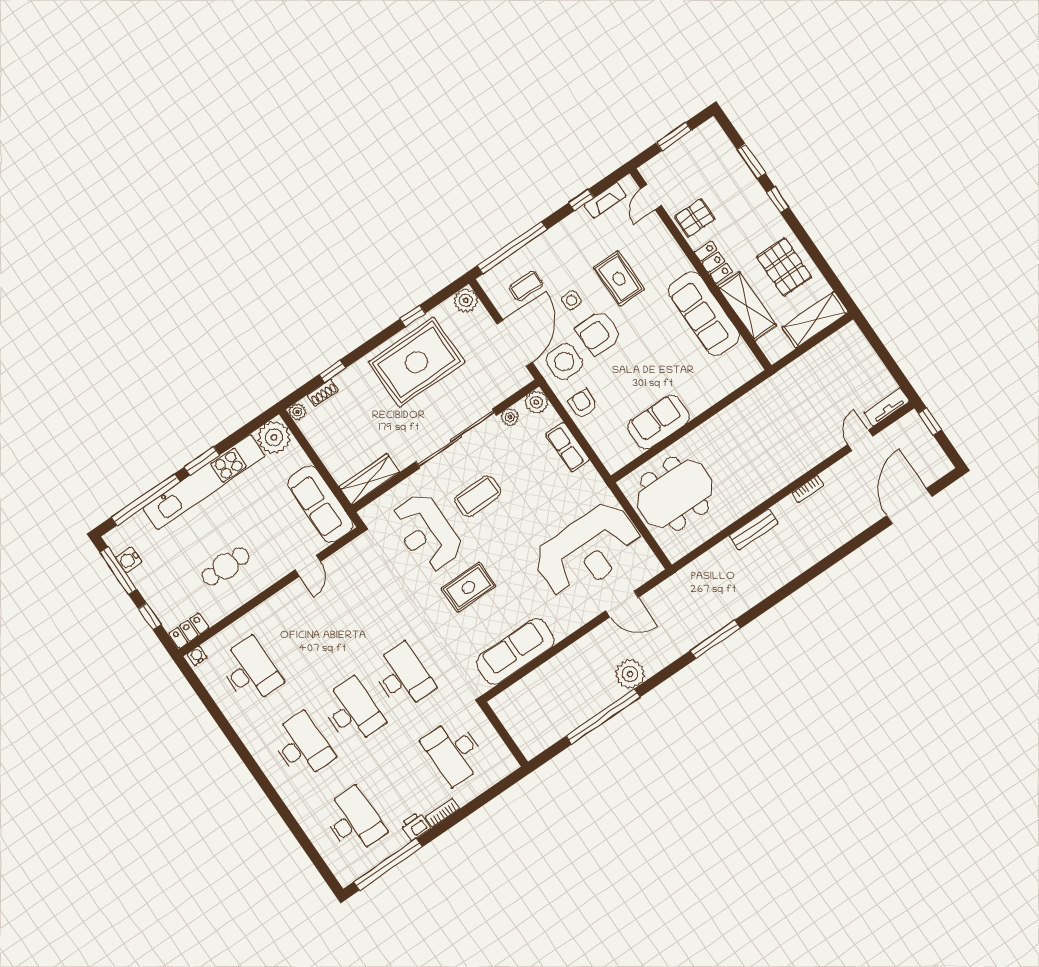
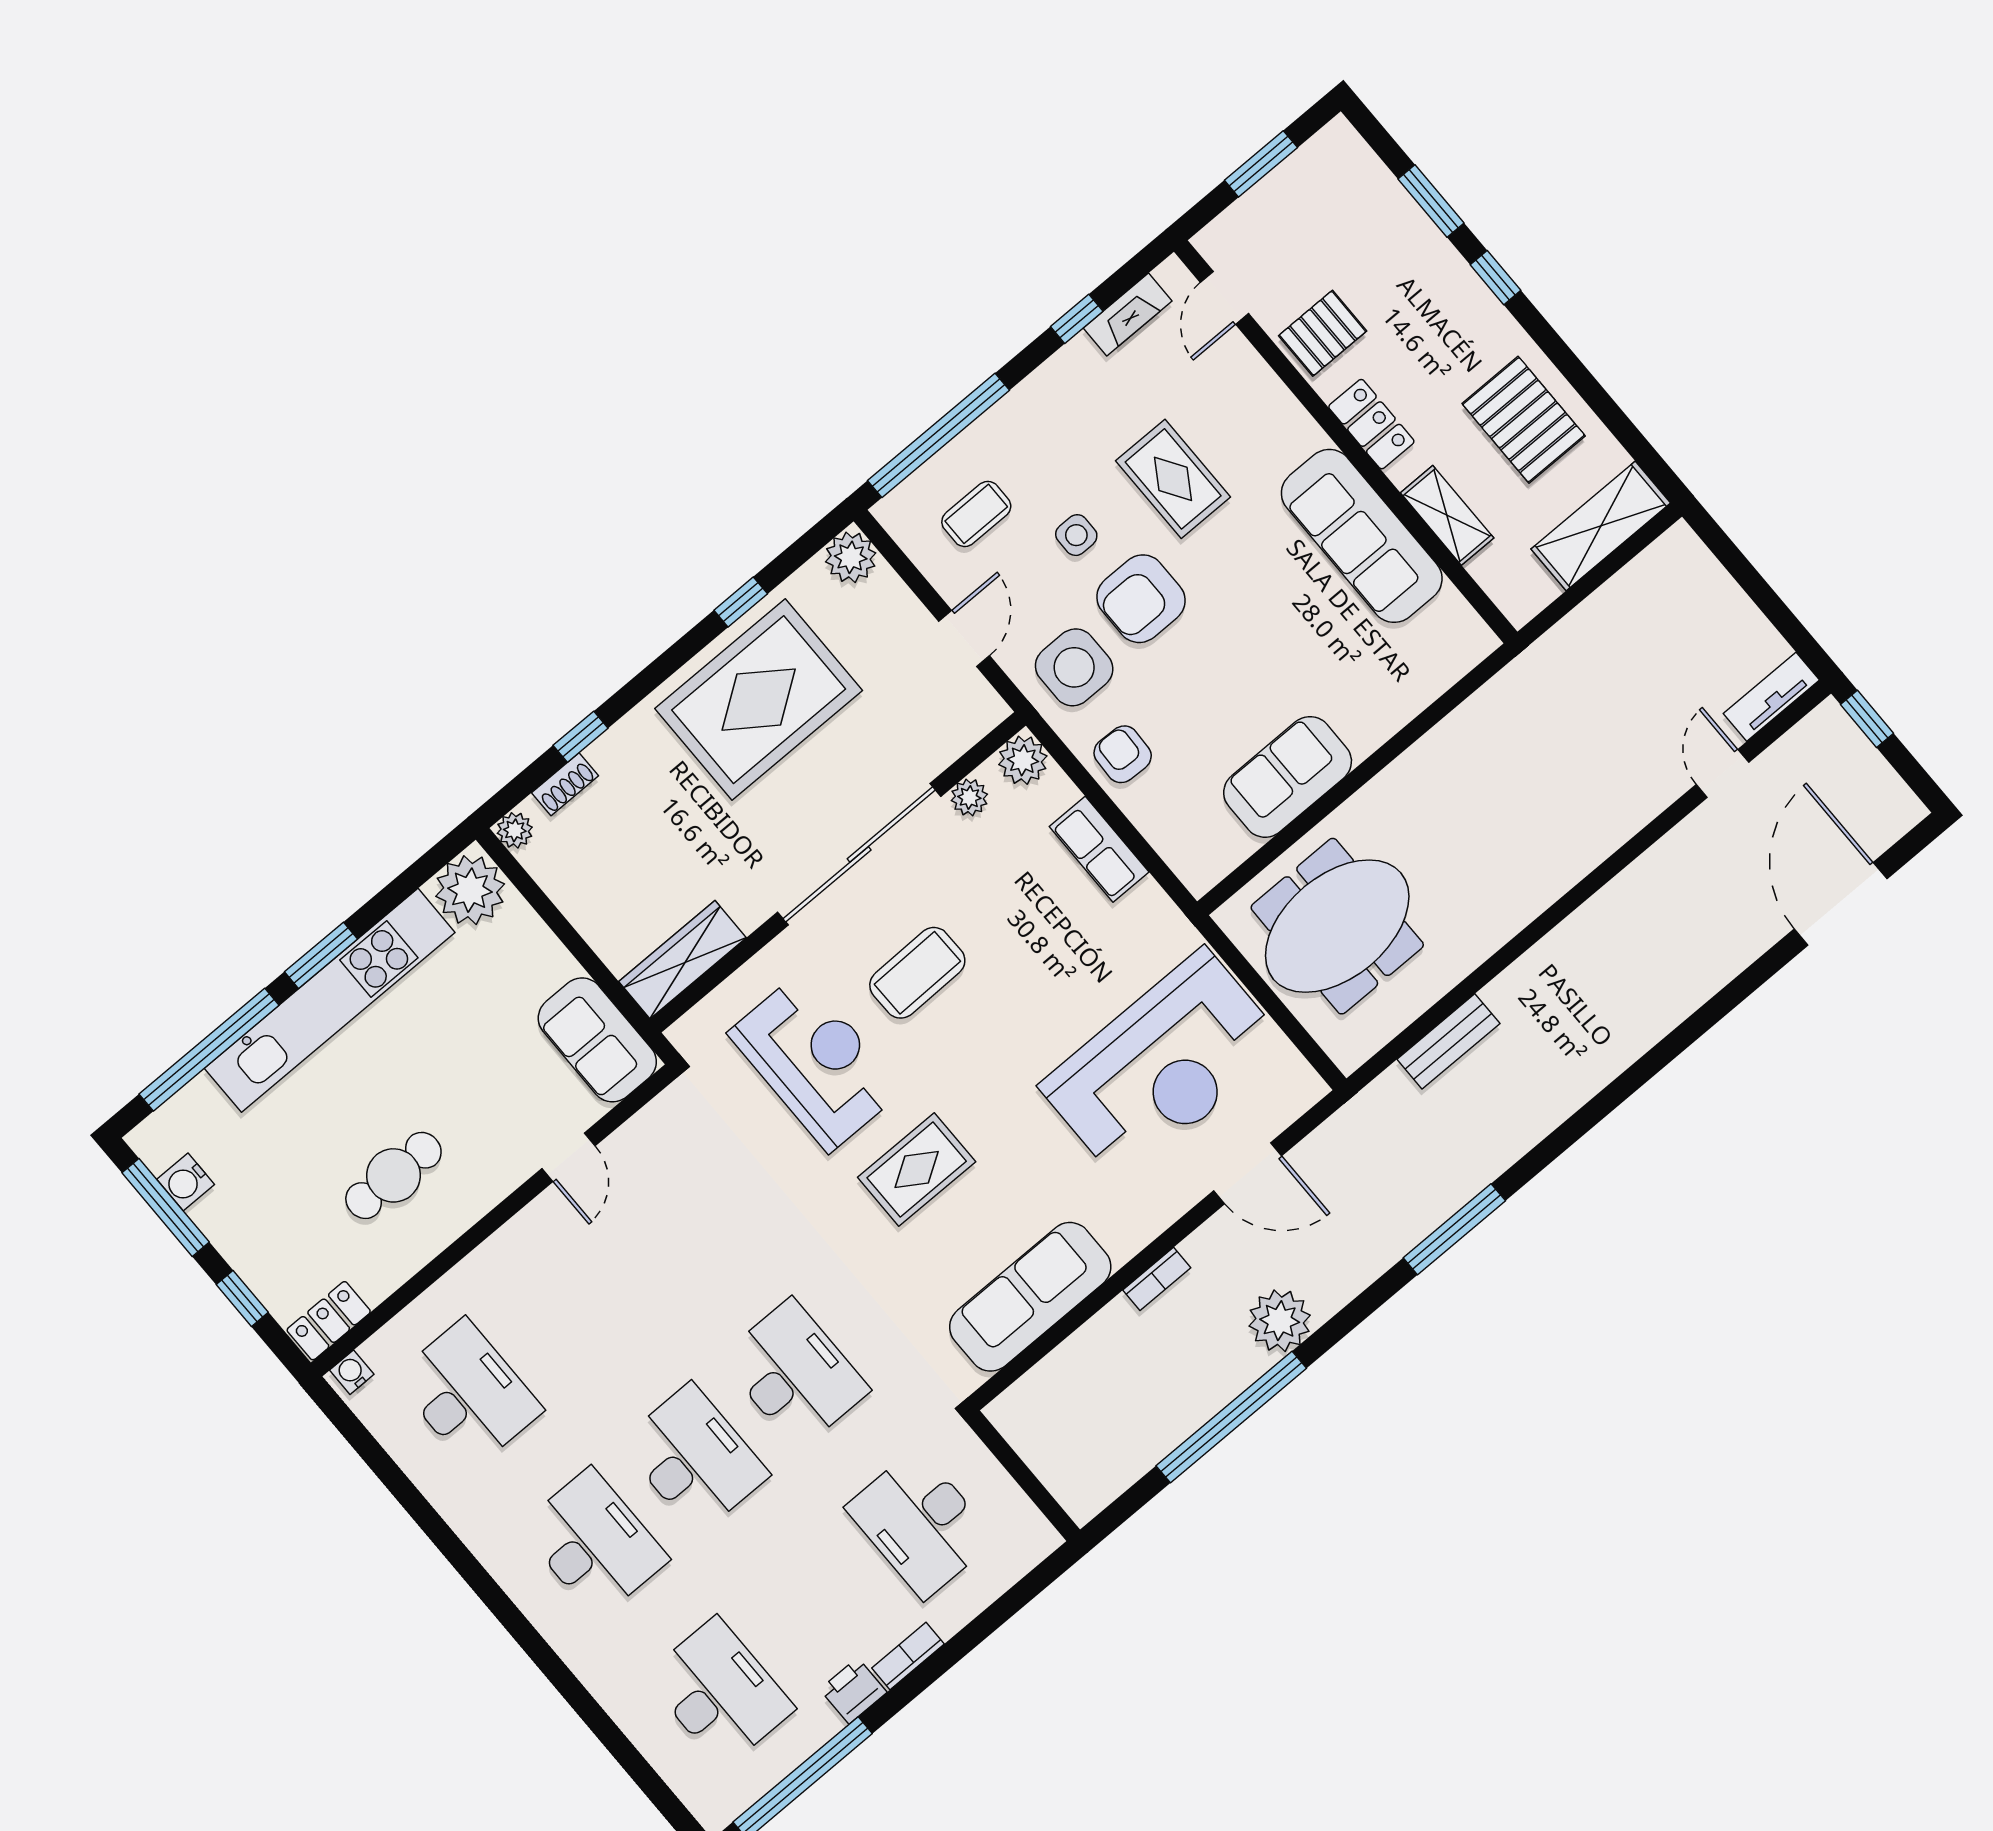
shelving: (747, 306) -> (1447, 515), width x0.67, depth x0.75
door: (515, 343) -> (964, 639), width x0.53
bookcase: (808, 489) -> (1157, 1279), moved
sofa: (320, 504) -> (597, 1040), width x0.73
bench: (754, 530) -> (1448, 1041), moved
reception desk: (426, 533) -> (815, 1062), turned 180

